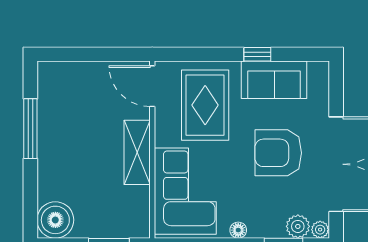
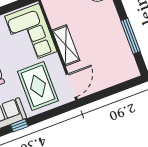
door: (152, 86) -> (71, 86), hinge flipped

